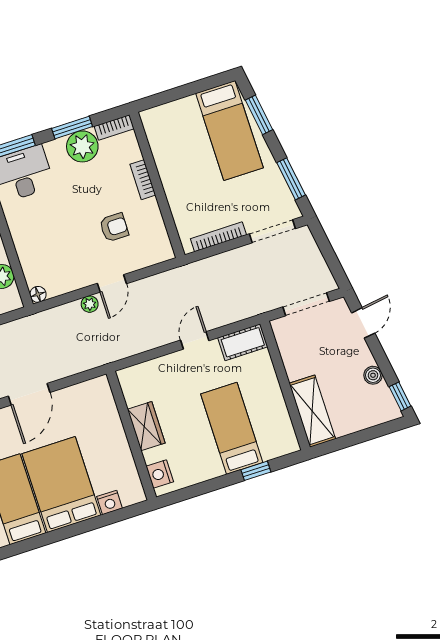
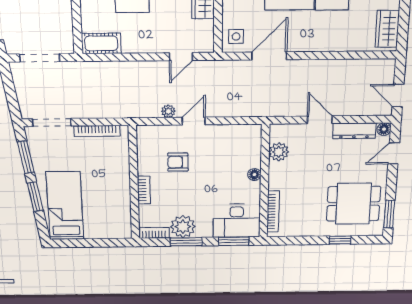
window: (259, 115) -> (35, 197), moved
floor lamp: (38, 294) -> (254, 175), moved
plant: (90, 304) -> (168, 111), moved
door: (195, 340) -> (181, 57), moved
door: (29, 394) -> (269, 56), moved
side table: (97, 397) -> (236, 36), added

